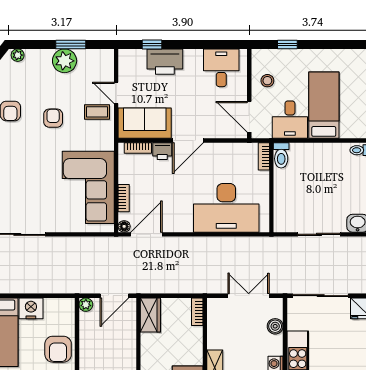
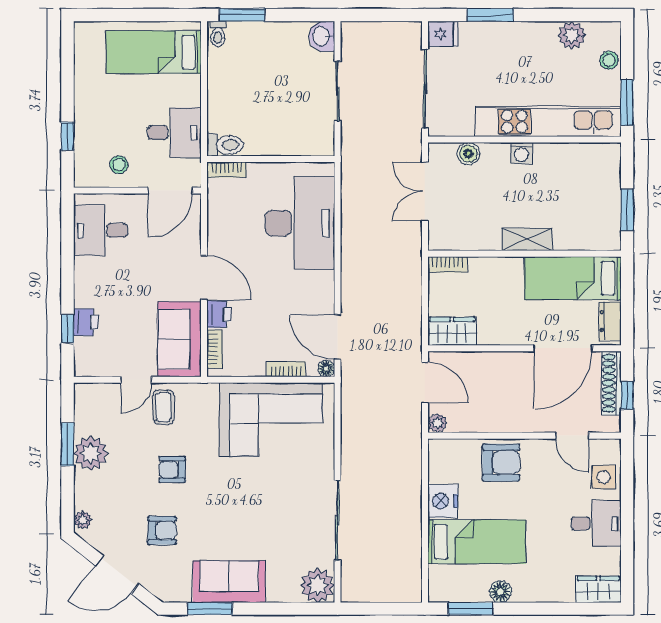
printer: (165, 62) -> (86, 322), width x0.53, depth x0.68
bed: (324, 105) -> (154, 52), moved

